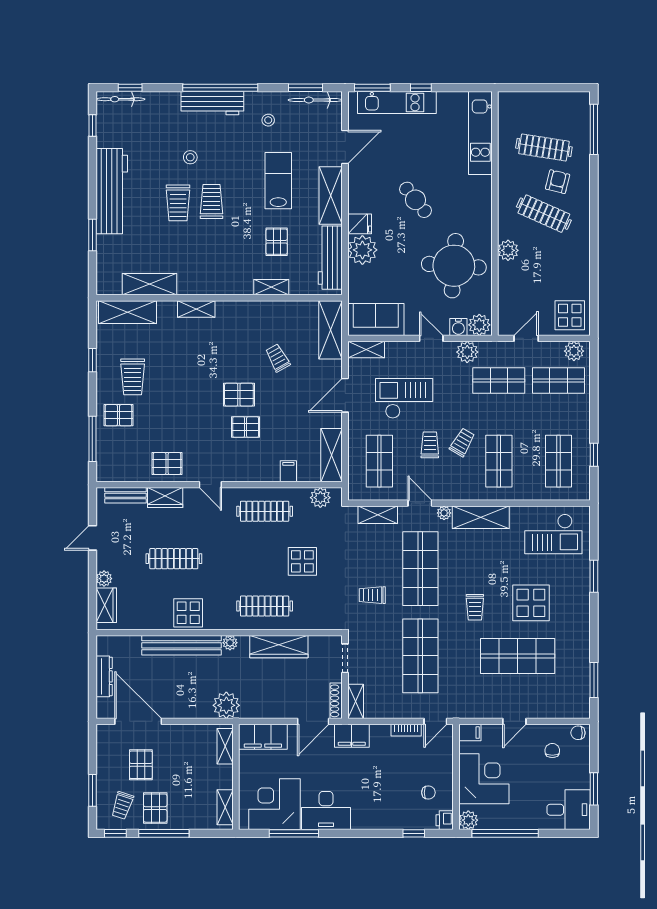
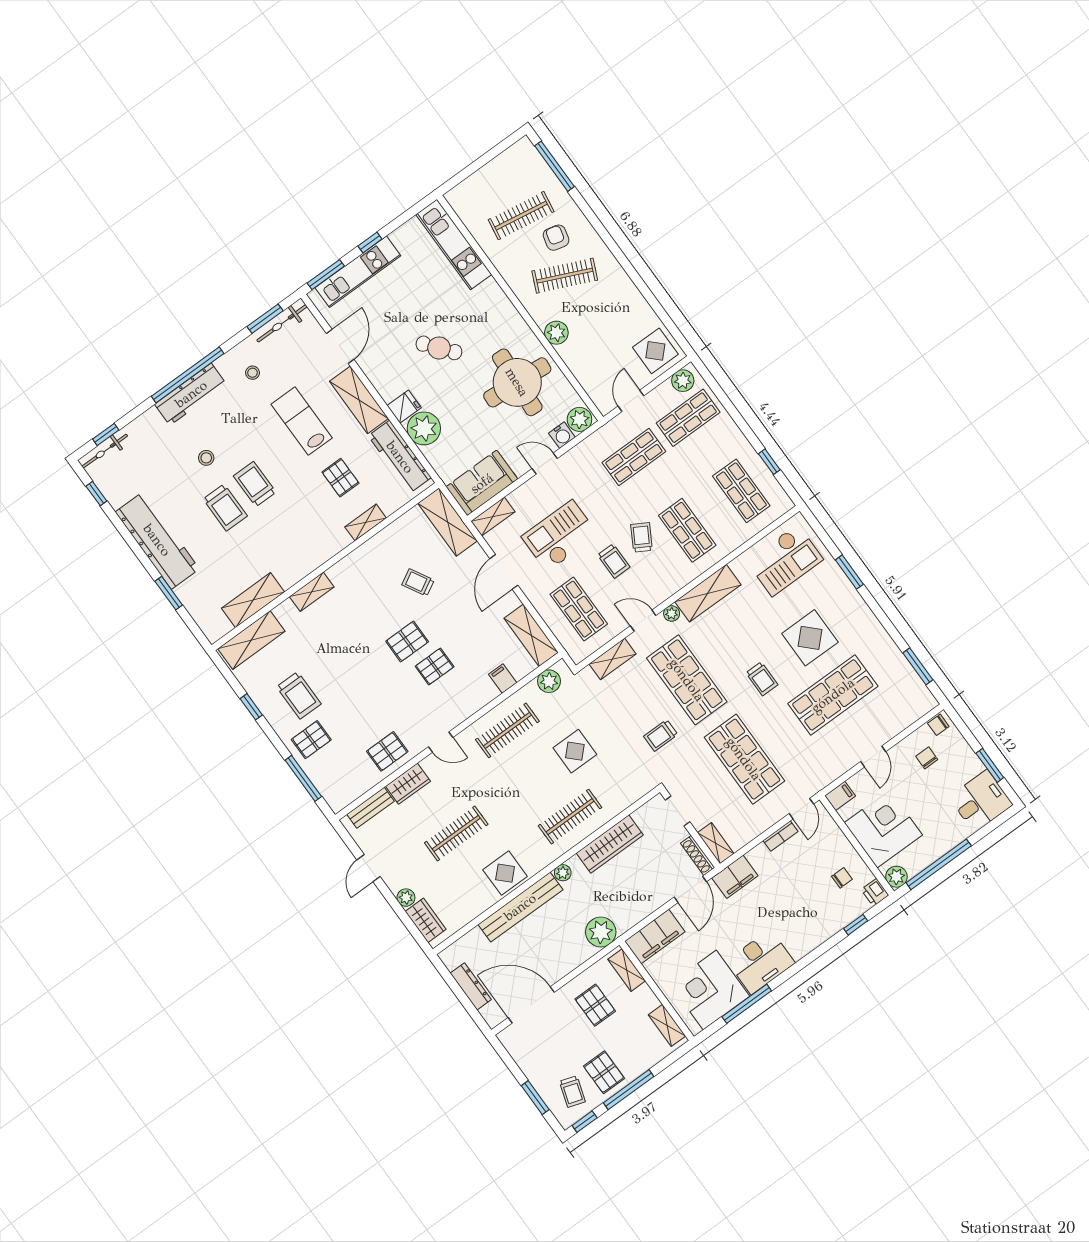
plant: (467, 352) -> (586, 452), removed
trolley: (430, 445) -> (614, 561), turned 180
pallet: (141, 765) -> (595, 1005), moved

